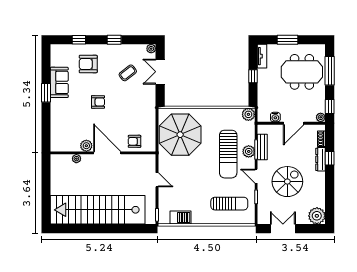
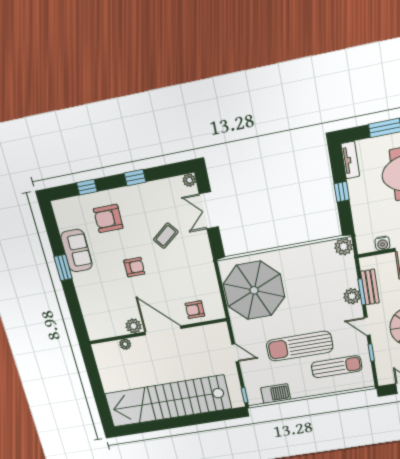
coffee table: (128, 73) -> (166, 236), moved
sun lounger: (228, 154) -> (300, 346), moved, turned 90

